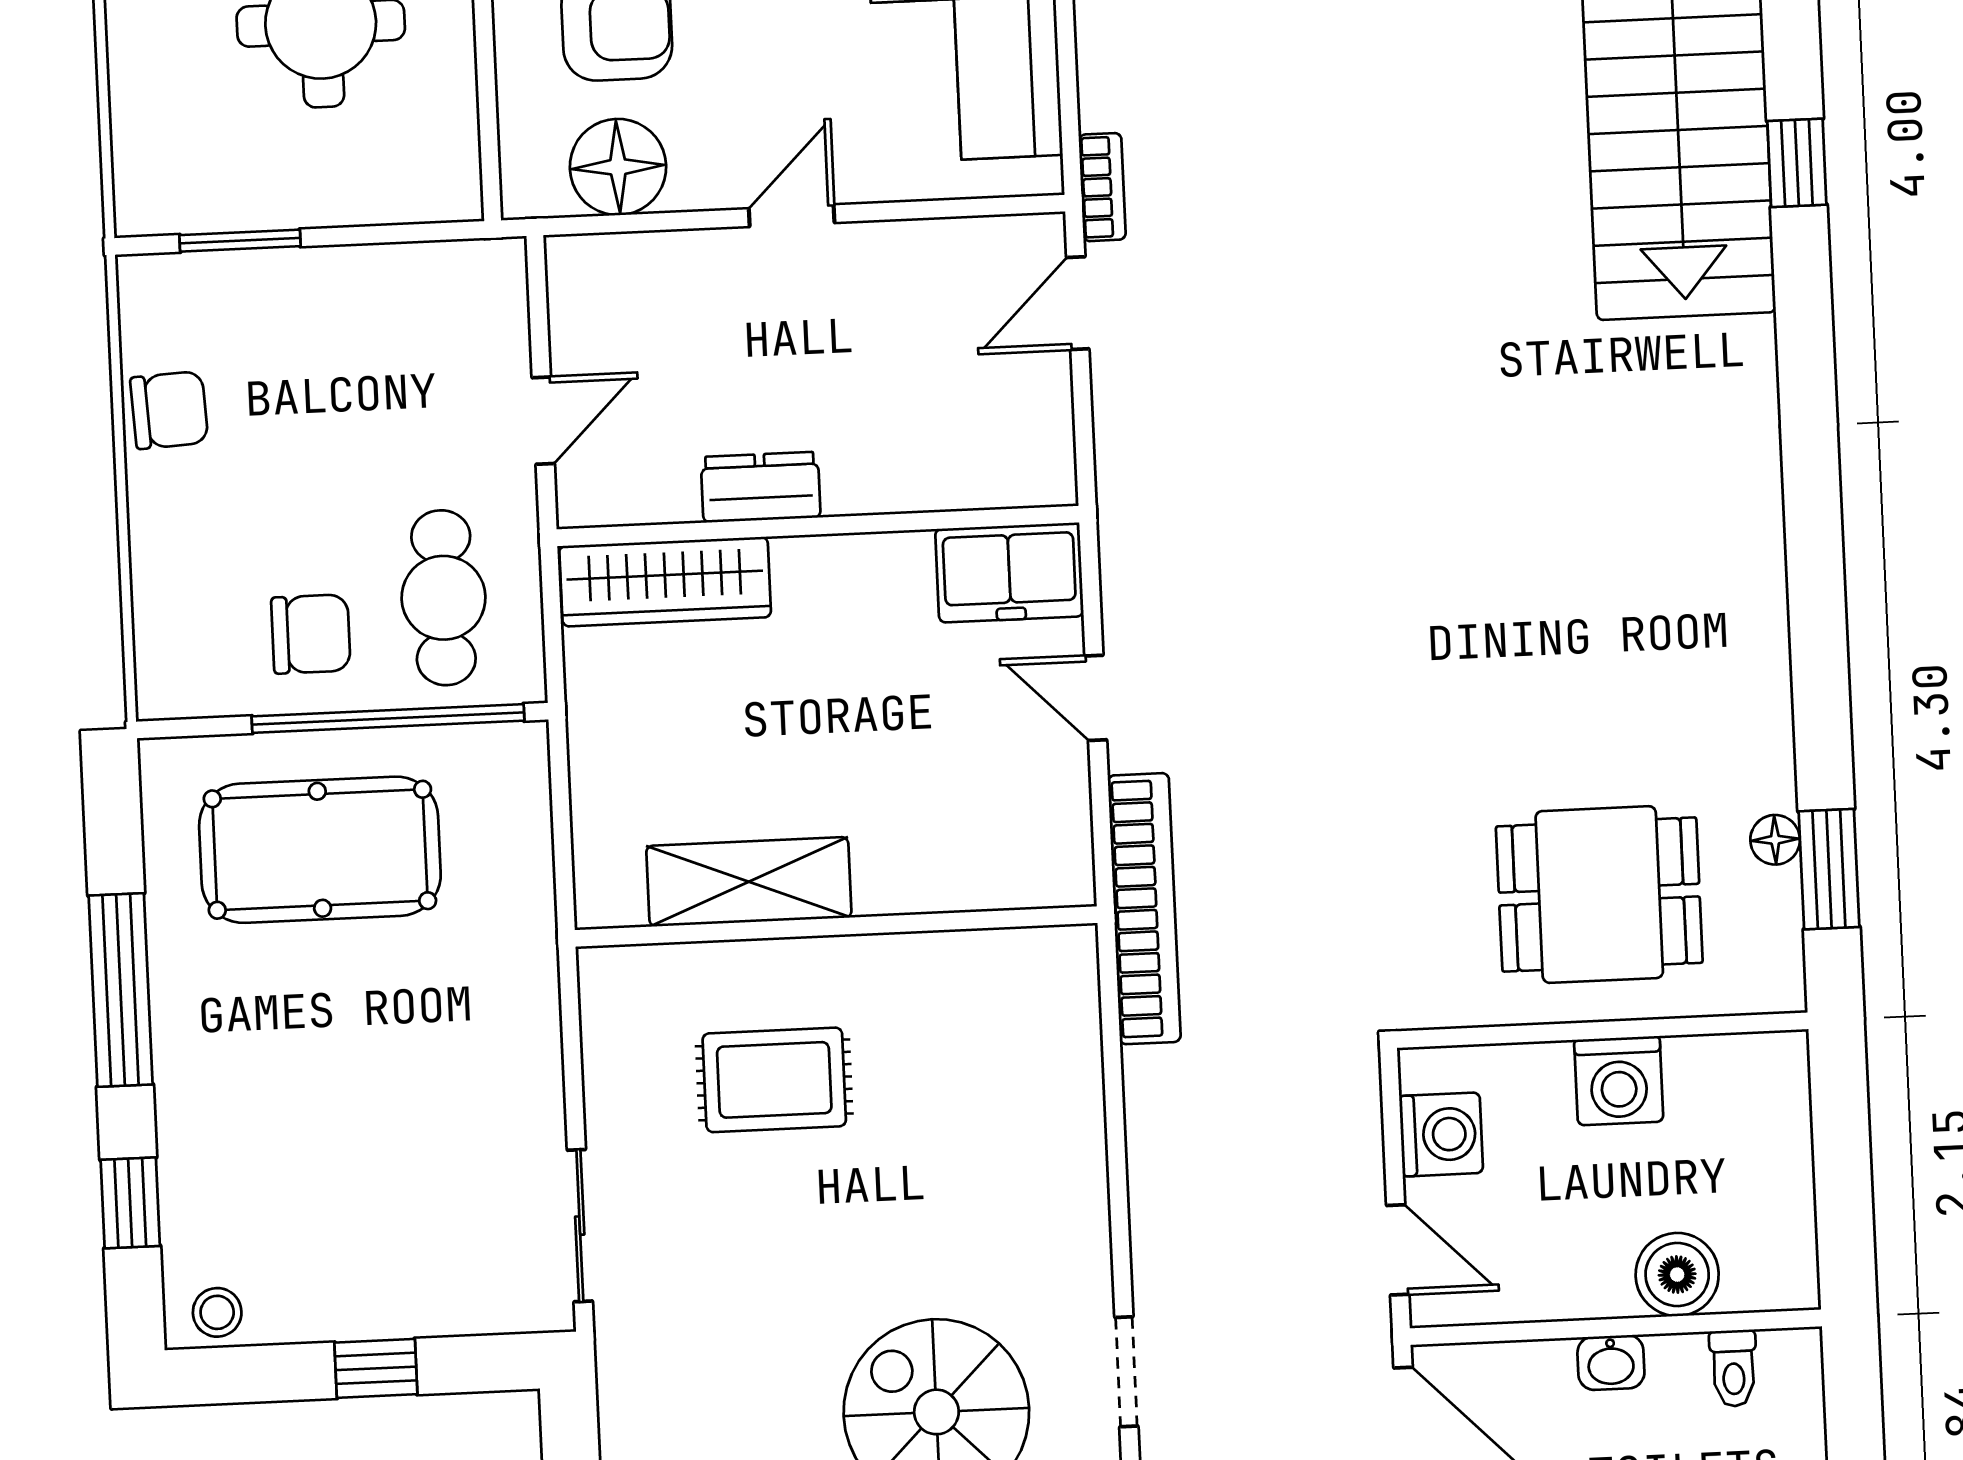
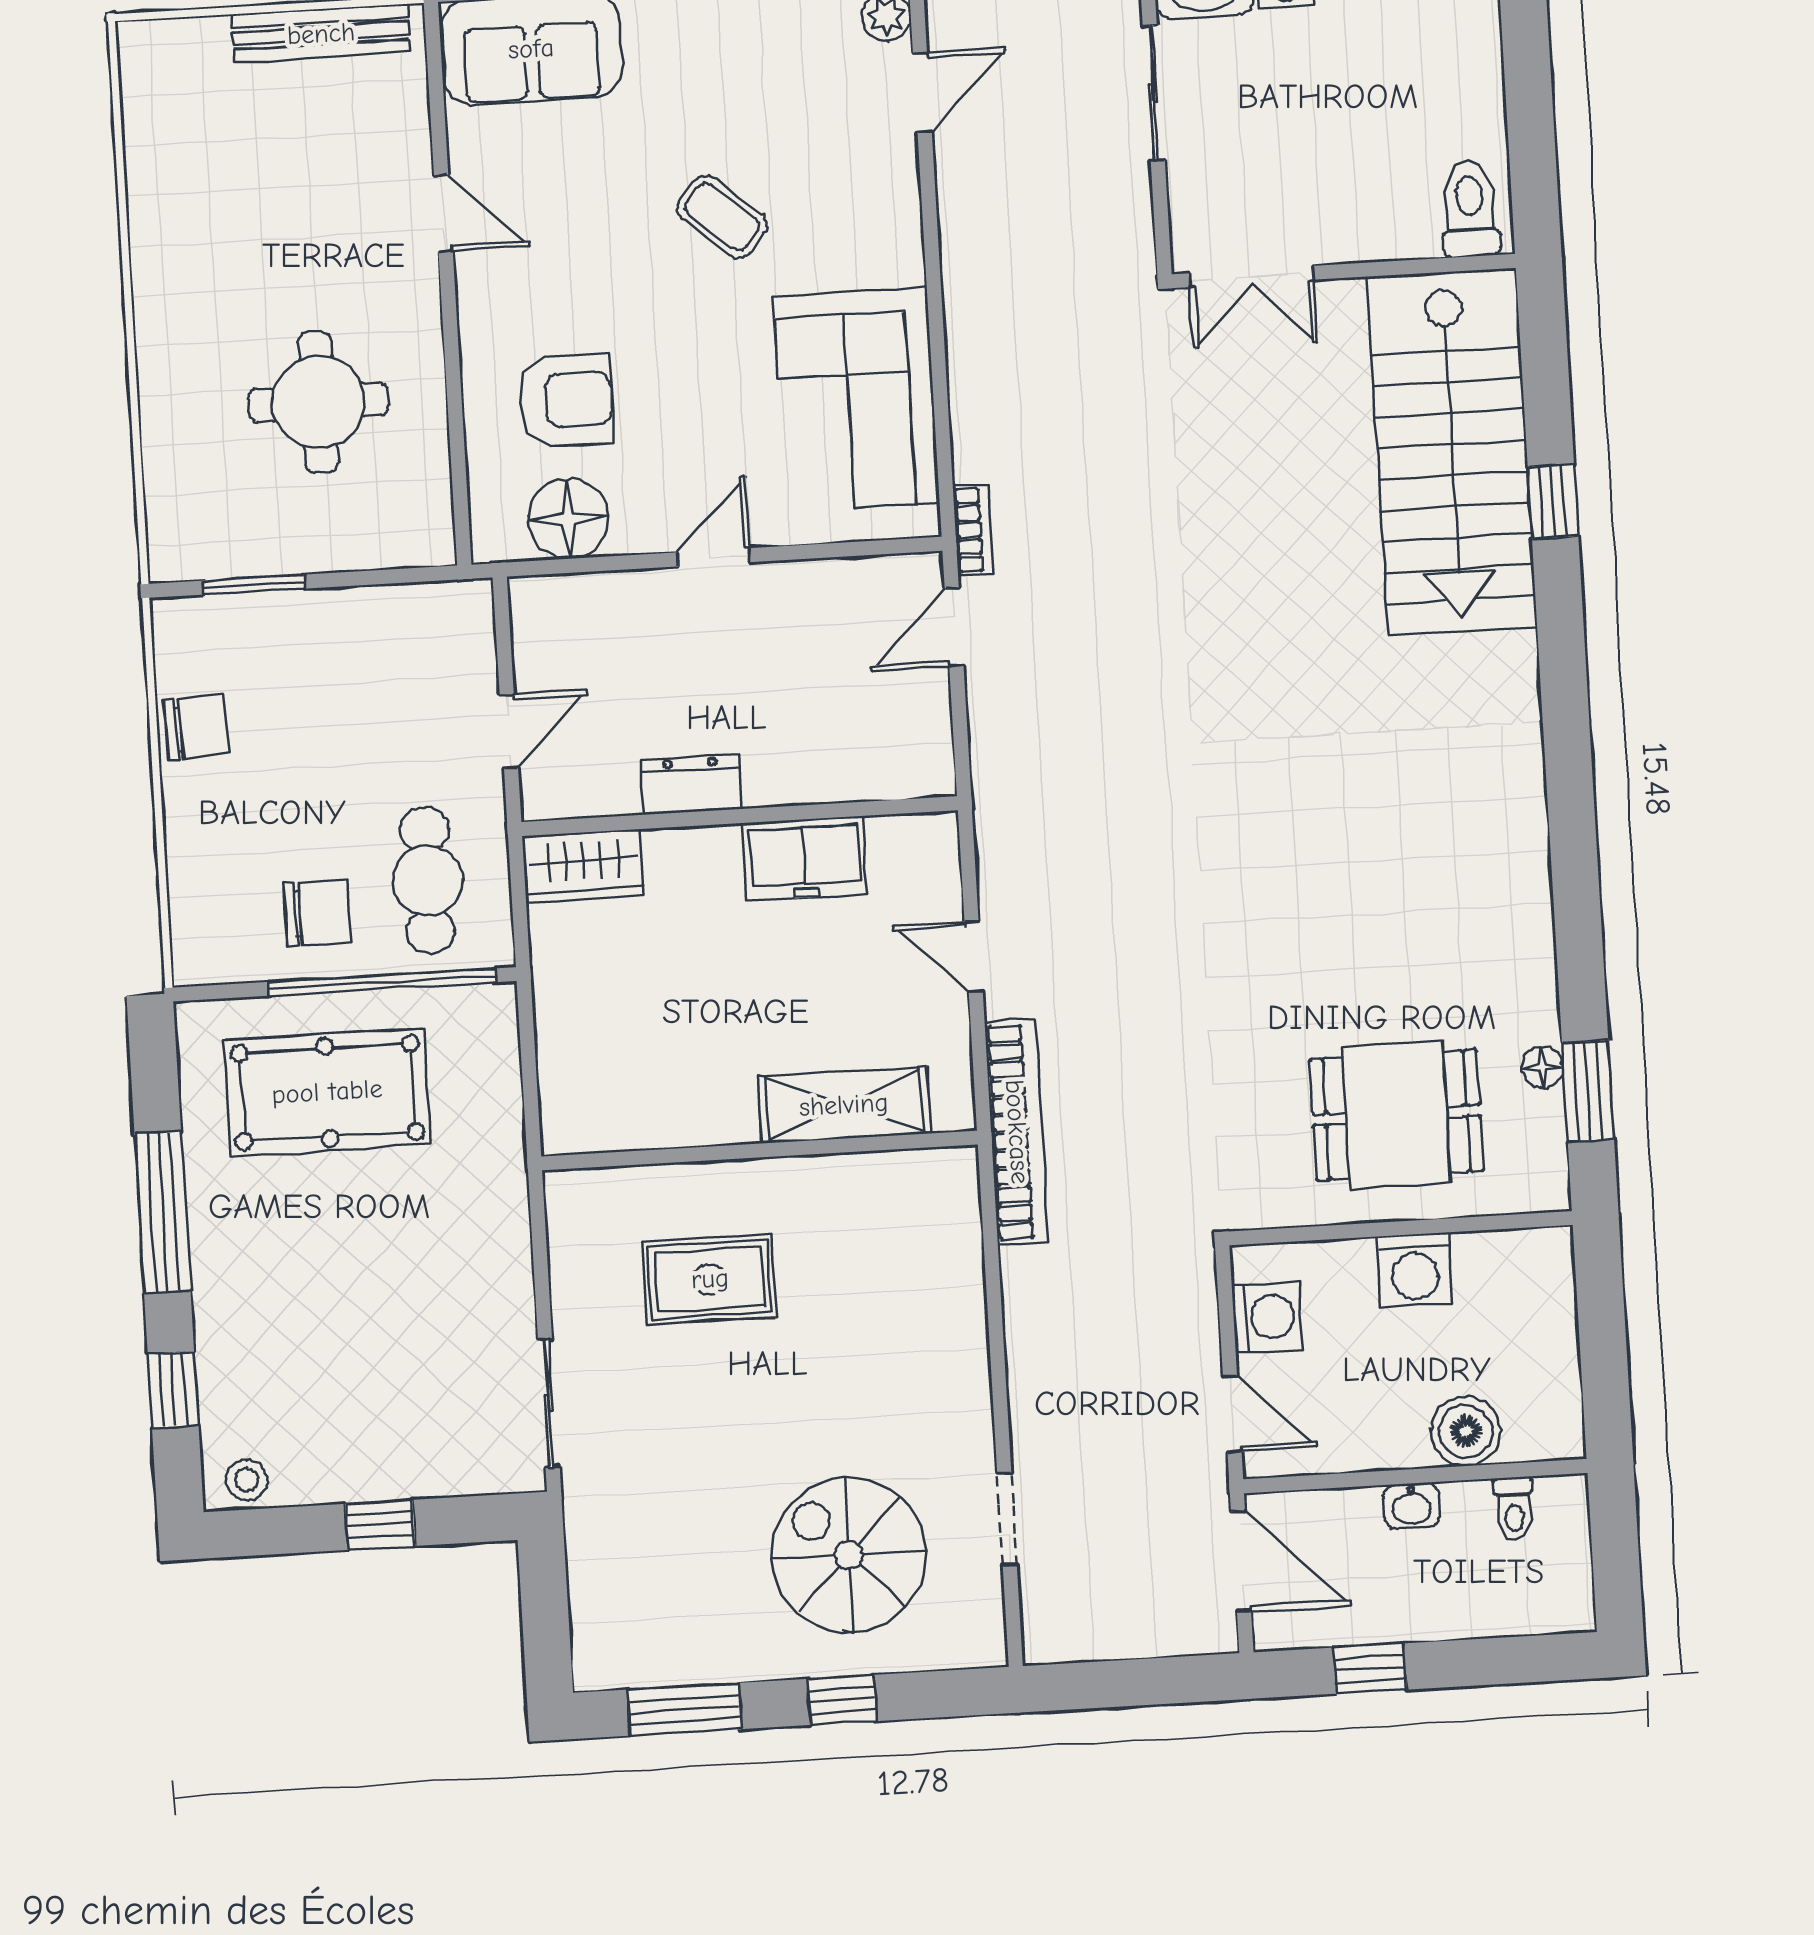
freezer: (1009, 573) -> (805, 859), moved
wardrobe: (665, 582) -> (584, 866), width x0.67
shelving: (749, 882) -> (844, 1105), moved

